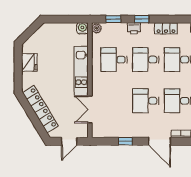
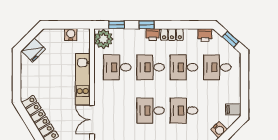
water cooler: (82, 28) -> (71, 35), moved
plant: (97, 28) -> (103, 39), width x1.87, depth x1.87
printer: (134, 28) -> (153, 35), moved
fridge: (29, 63) -> (33, 50), moved, turned 45

